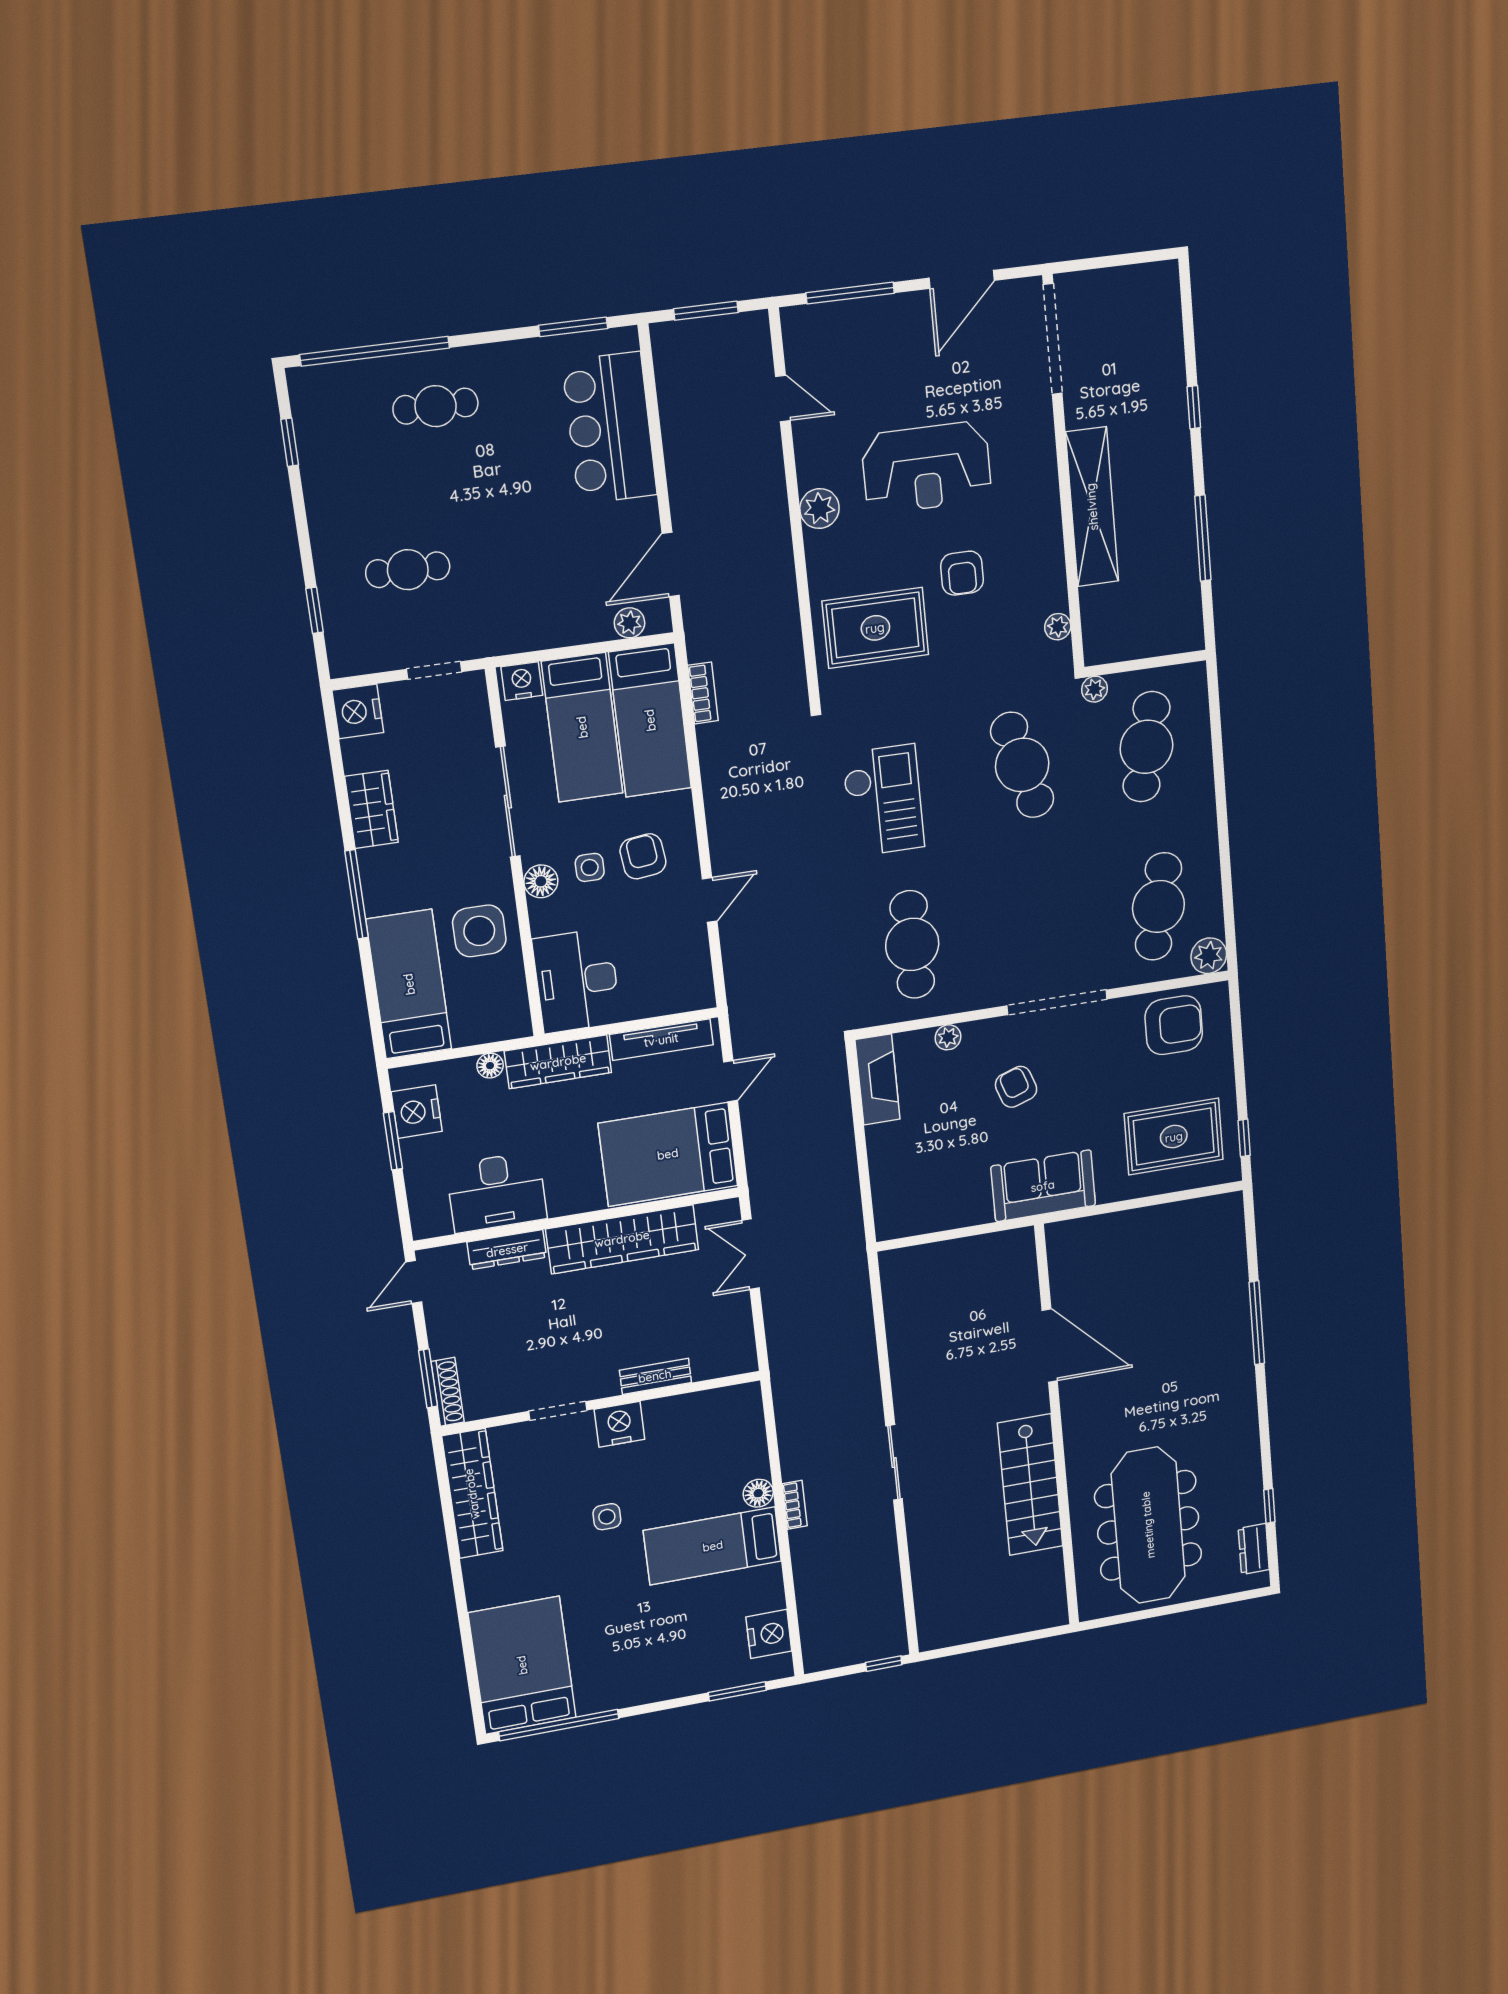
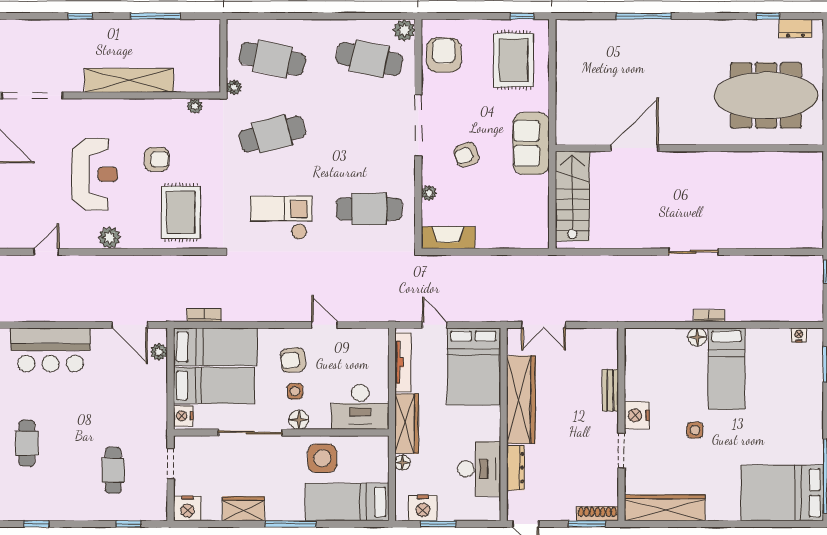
stairs: (1030, 1485) -> (572, 196), moved, turned -90
nightstand: (769, 1634) -> (799, 335), width x0.53, depth x0.56

